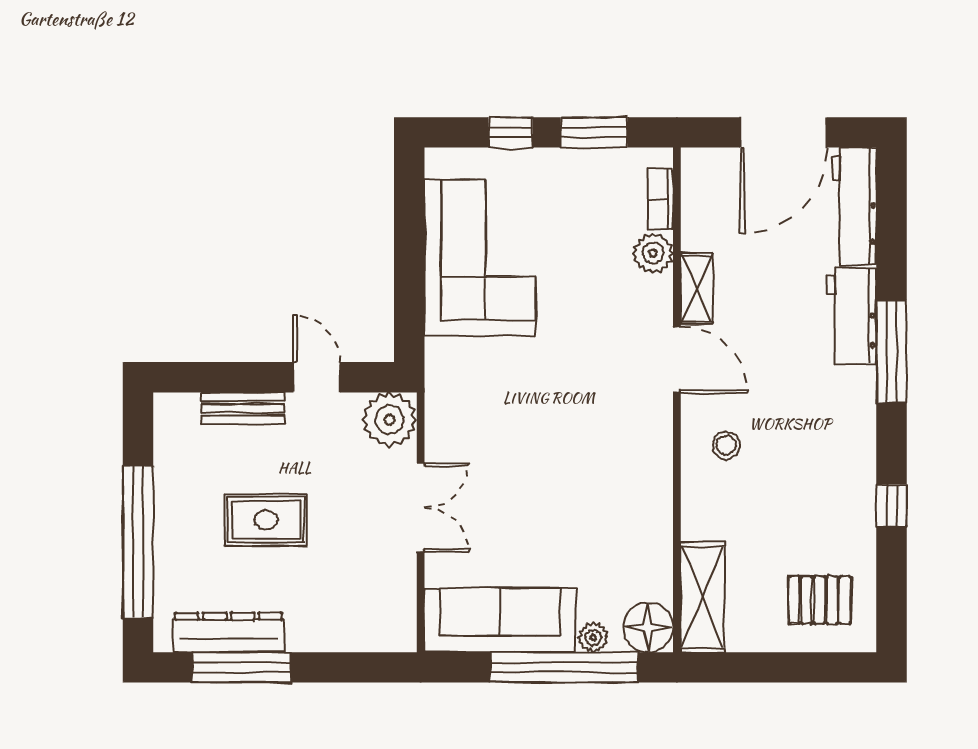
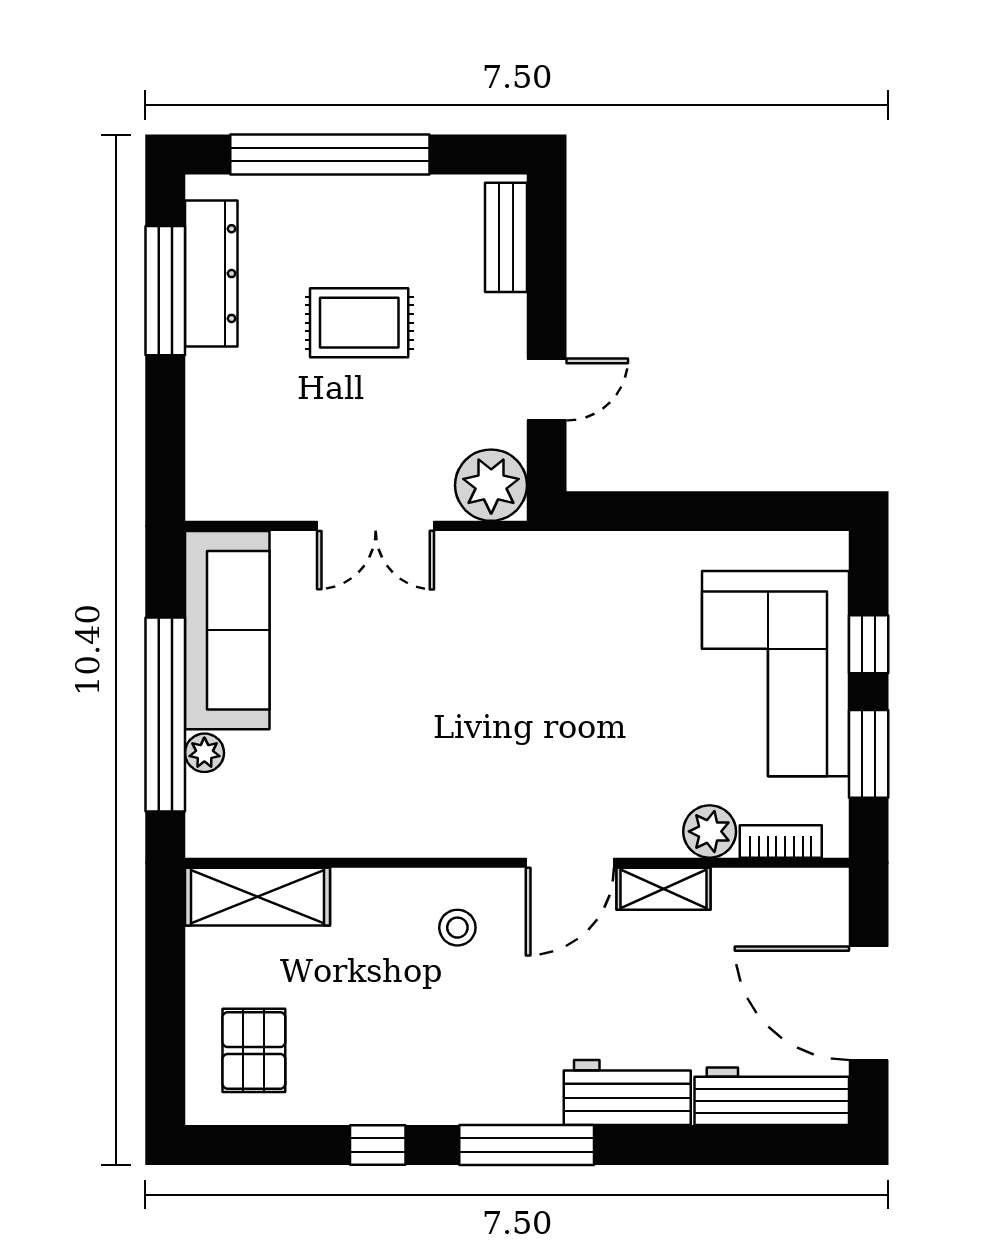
corner sofa: (480, 258) -> (775, 674), moved, turned 90
window: (892, 351) -> (527, 1145), moved
bench: (243, 408) -> (506, 237), moved
rug: (266, 520) -> (359, 323), turned 90
floor lamp: (648, 627) -> (218, 825), removed

